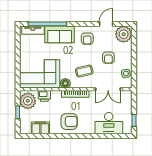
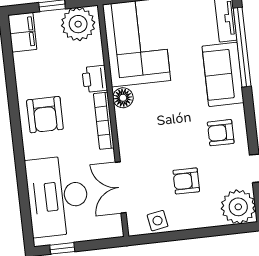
coffee table: (84, 71) -> (153, 134), removed
printer: (44, 96) -> (95, 79), moved
desk: (109, 123) -> (57, 196), width x1.36, depth x1.30
filing cabinet: (40, 128) -> (22, 32), moved

